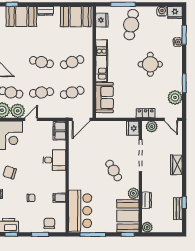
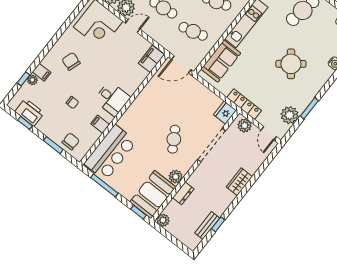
round table: (150, 64) -> (291, 64), turned -38
locker: (146, 113) -> (244, 104), width x1.53
desk: (54, 160) -> (112, 99), moved

